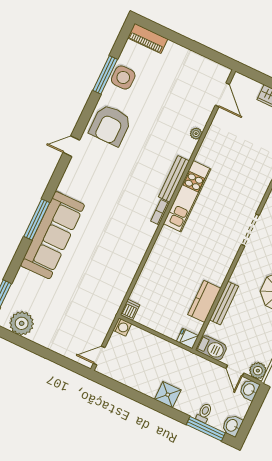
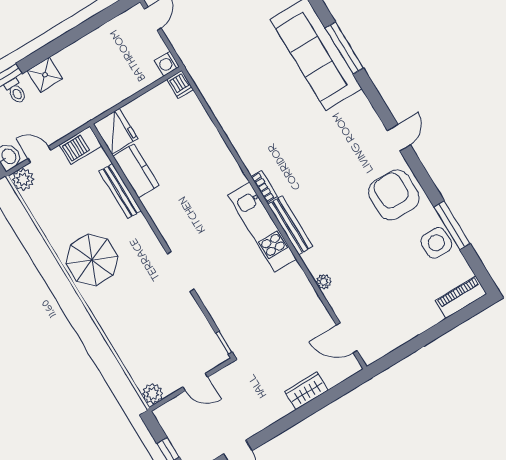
fridge: (188, 339) -> (116, 131), width x1.88, depth x1.34
shower: (168, 395) -> (45, 75), moved

